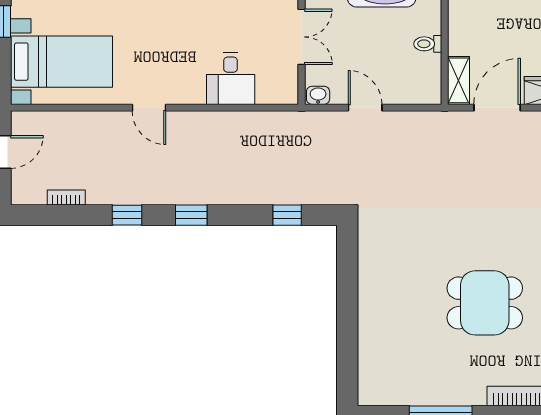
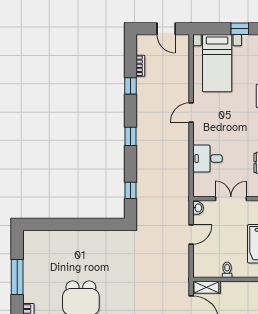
double door: (302, 37) -> (231, 199), swing flipped
window: (127, 215) -> (130, 86), moved

